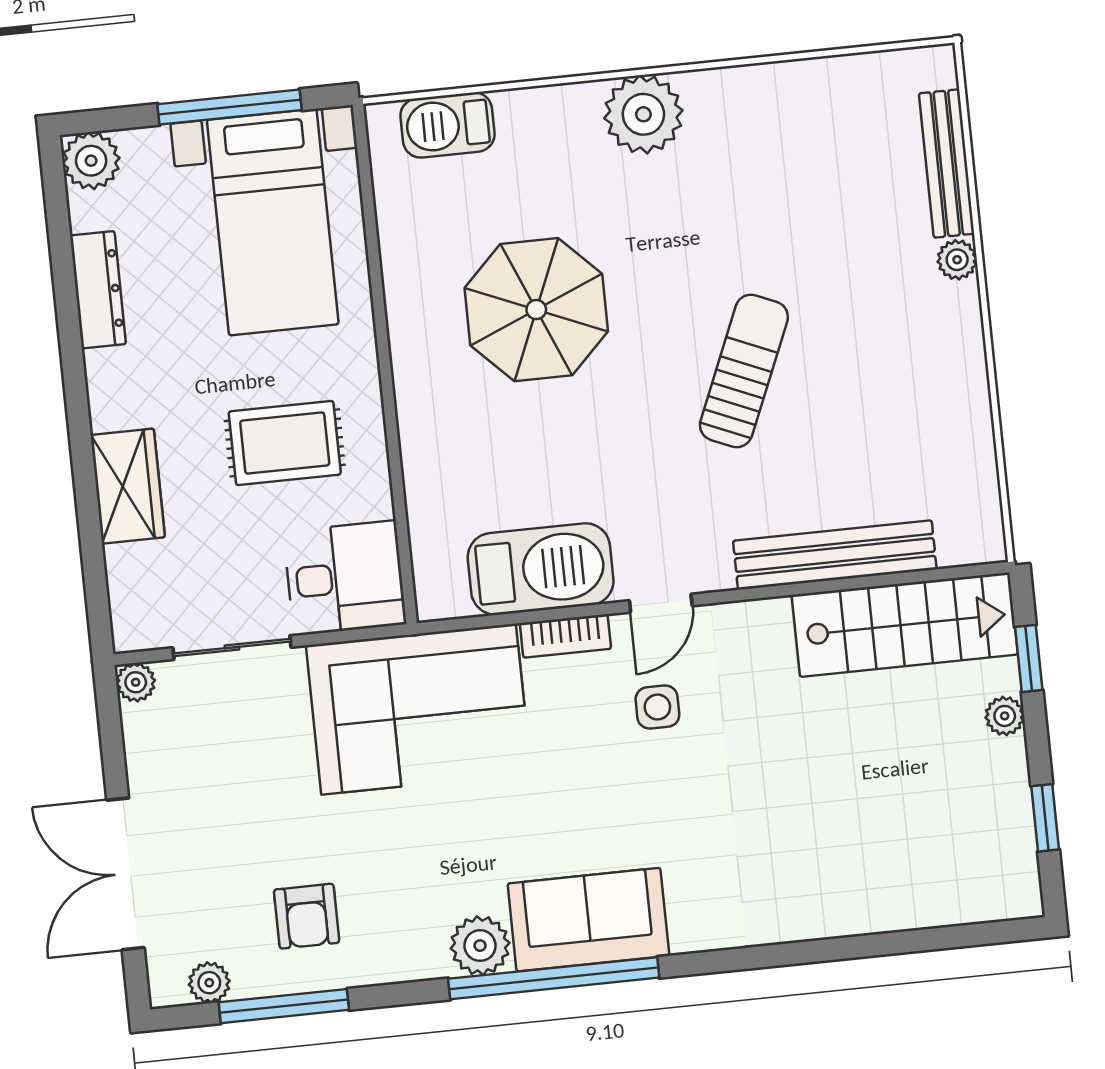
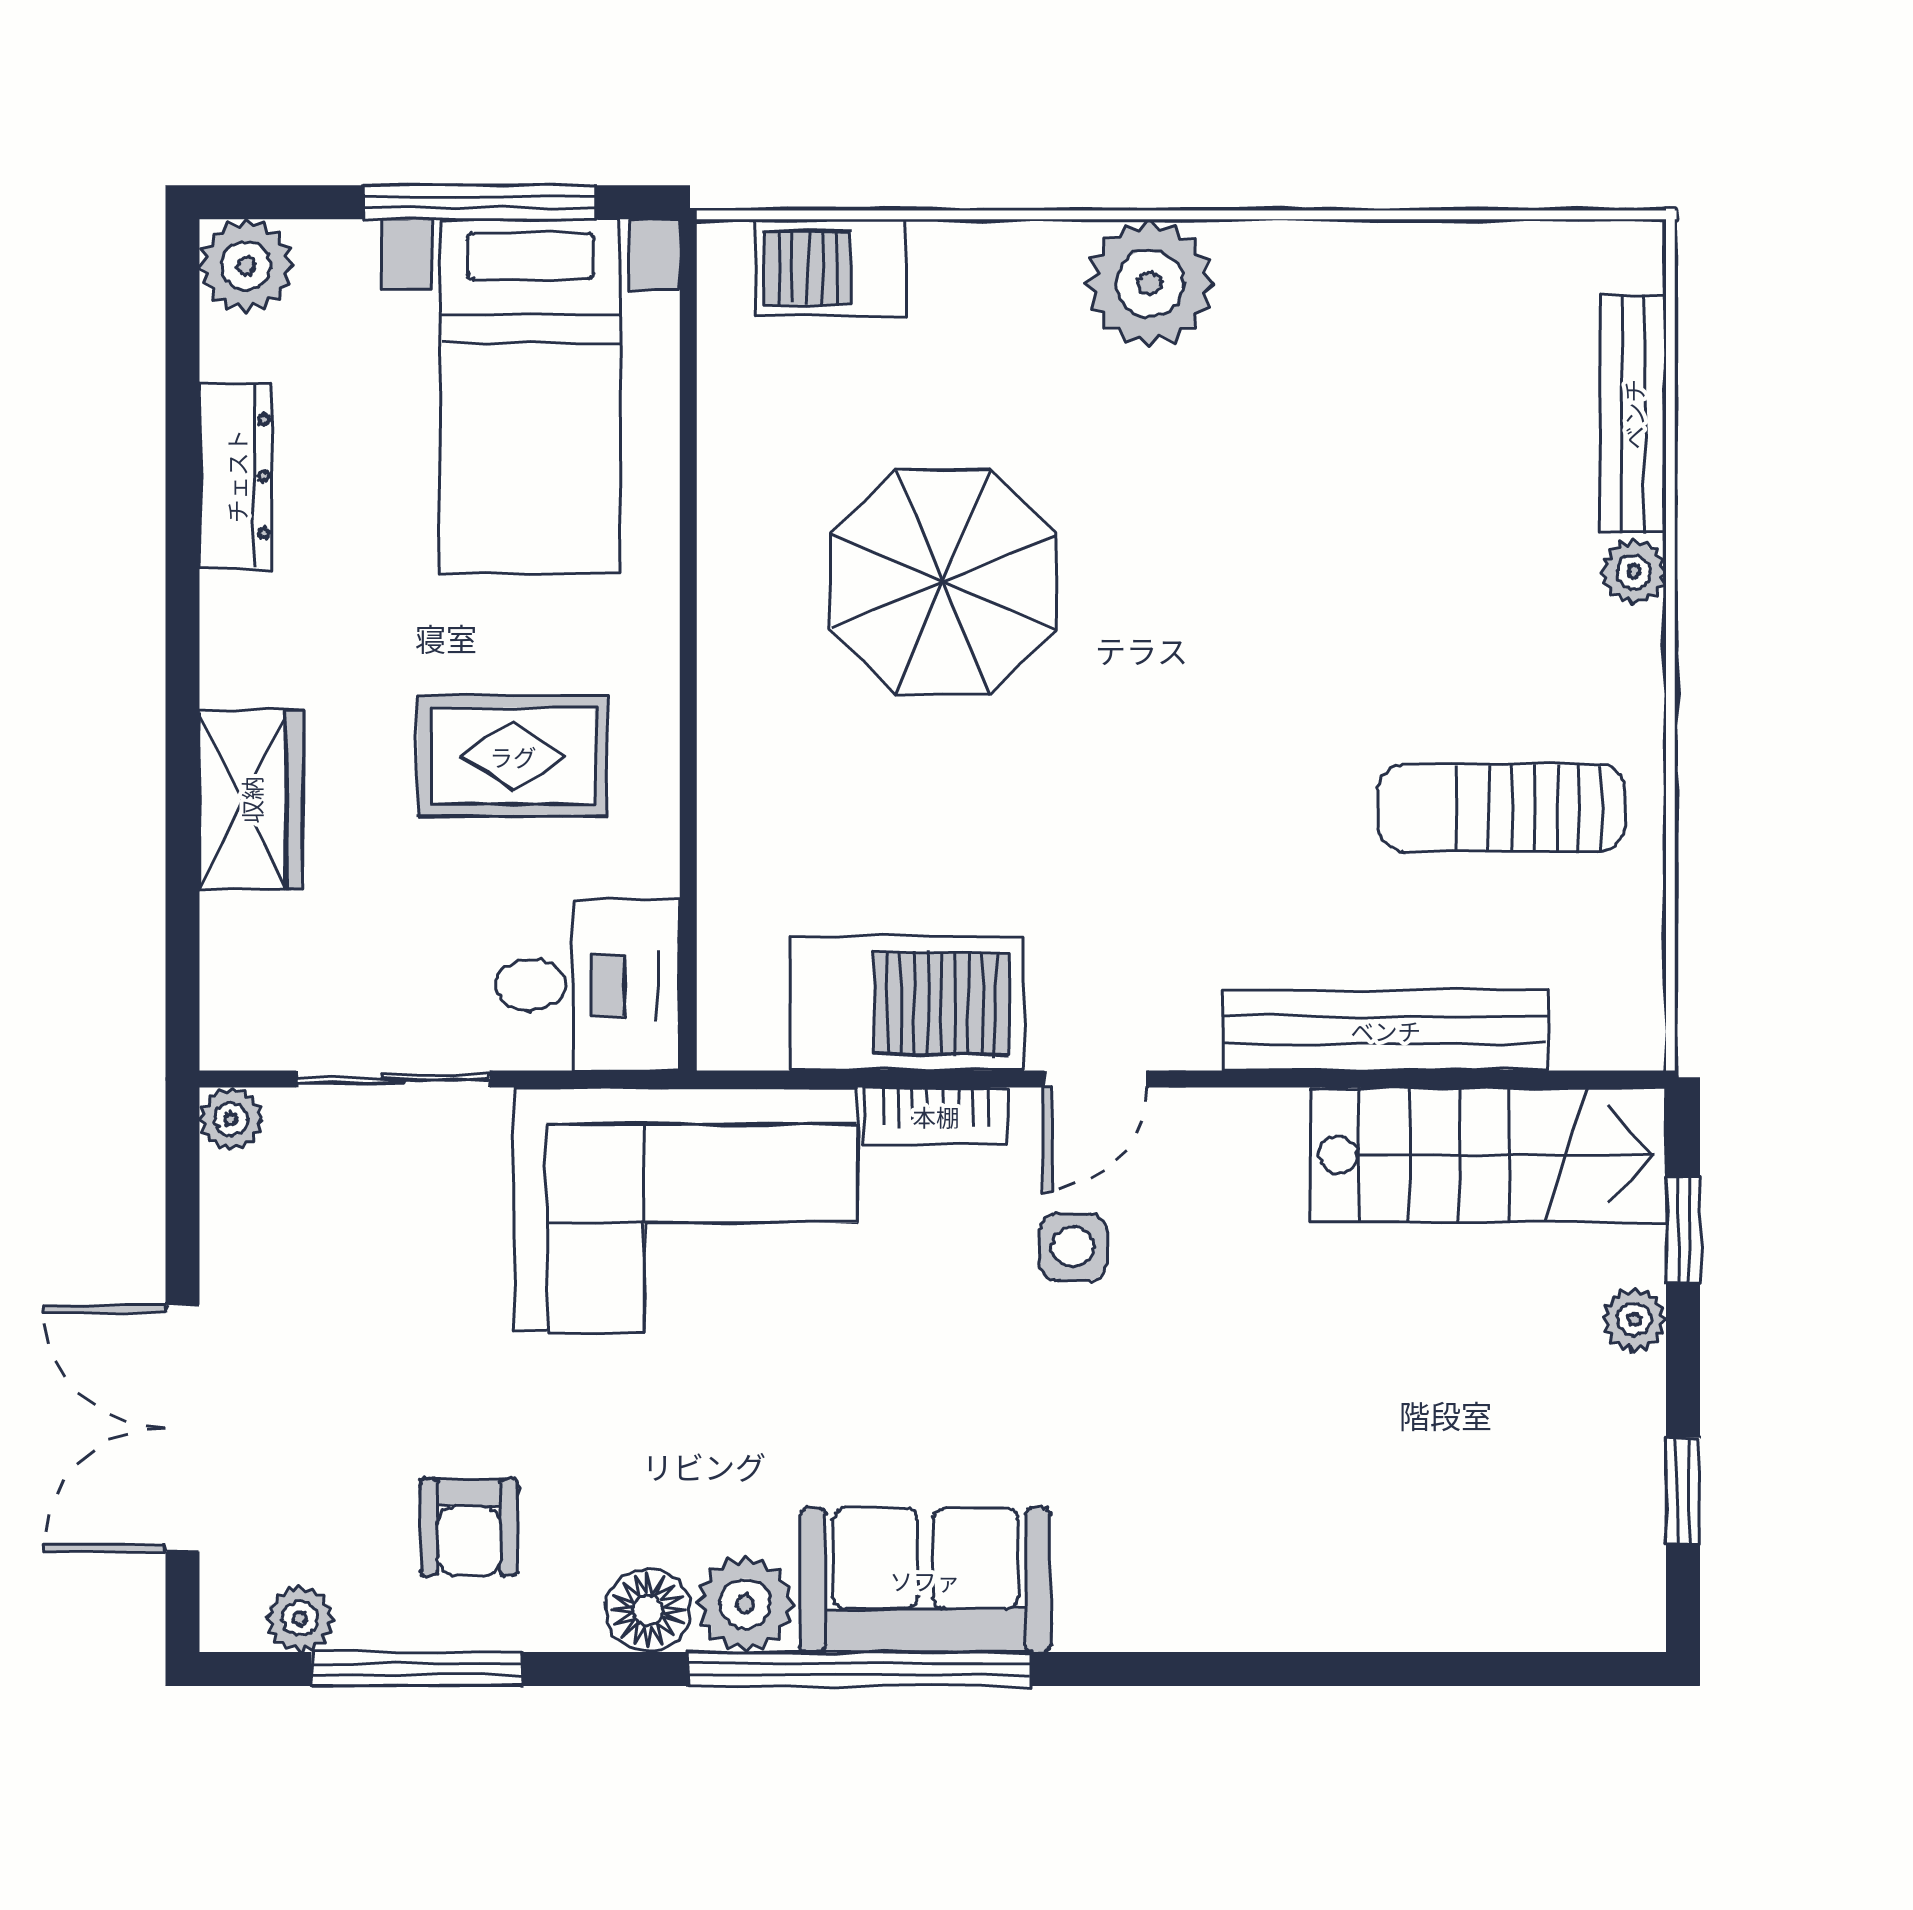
sun lounger: (744, 371) -> (1501, 808), moved, turned -113
floor lamp: (421, 956) -> (648, 1610), added

